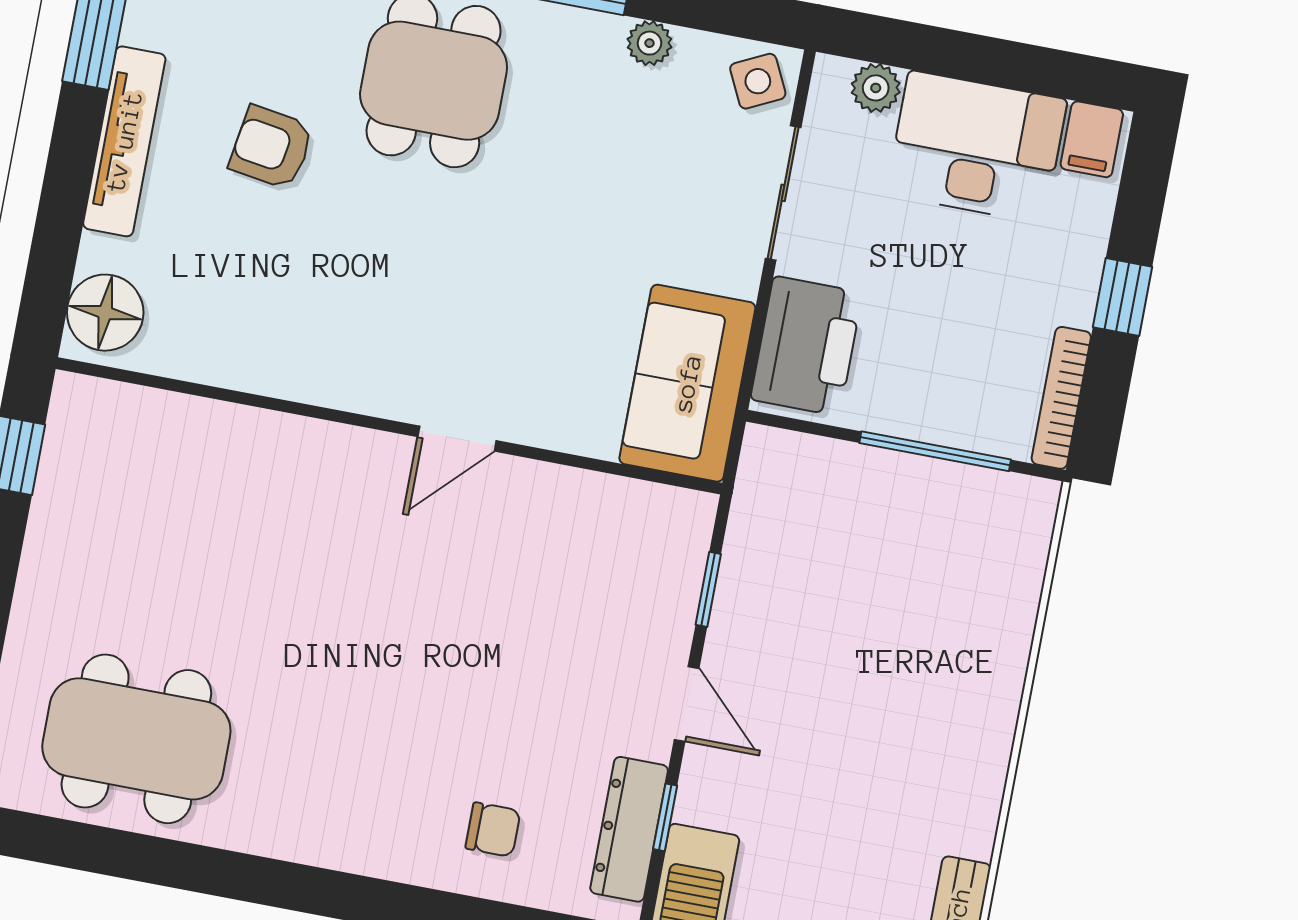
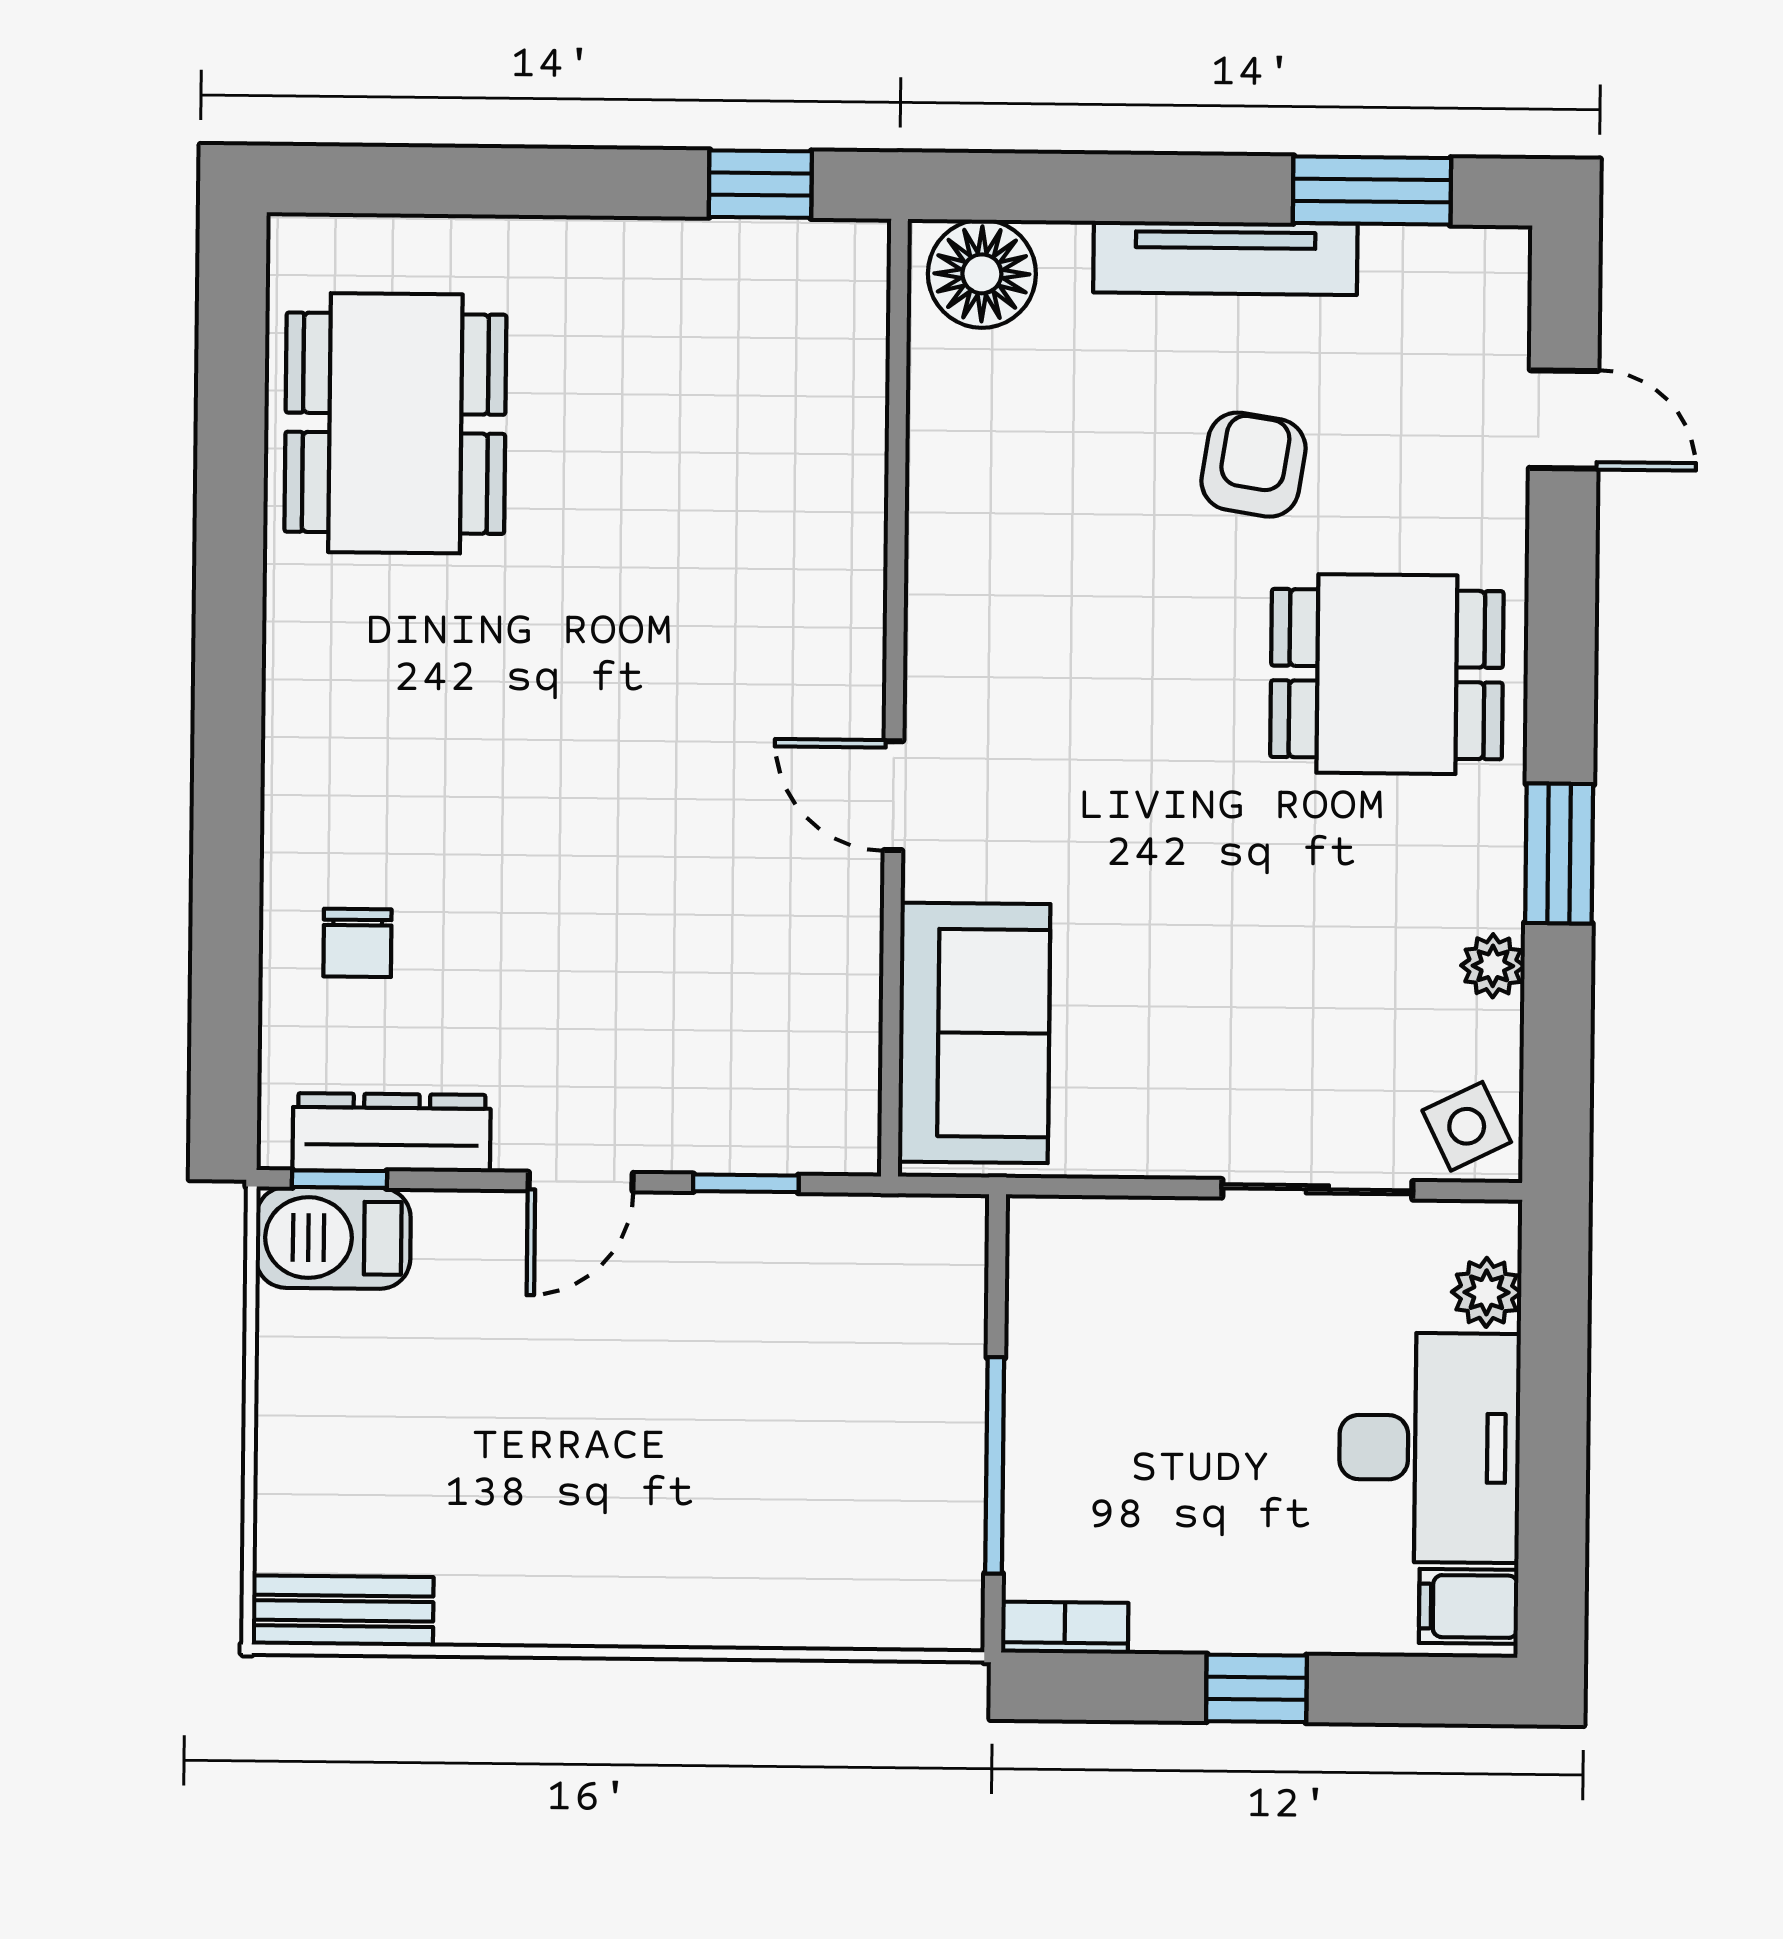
printer: (806, 346) -> (1110, 1260), removed
sofa: (687, 383) -> (974, 1033), moved, turned 90
bookcase: (1061, 398) -> (1065, 1628), width x0.64
window: (665, 817) -> (339, 1179), moved

